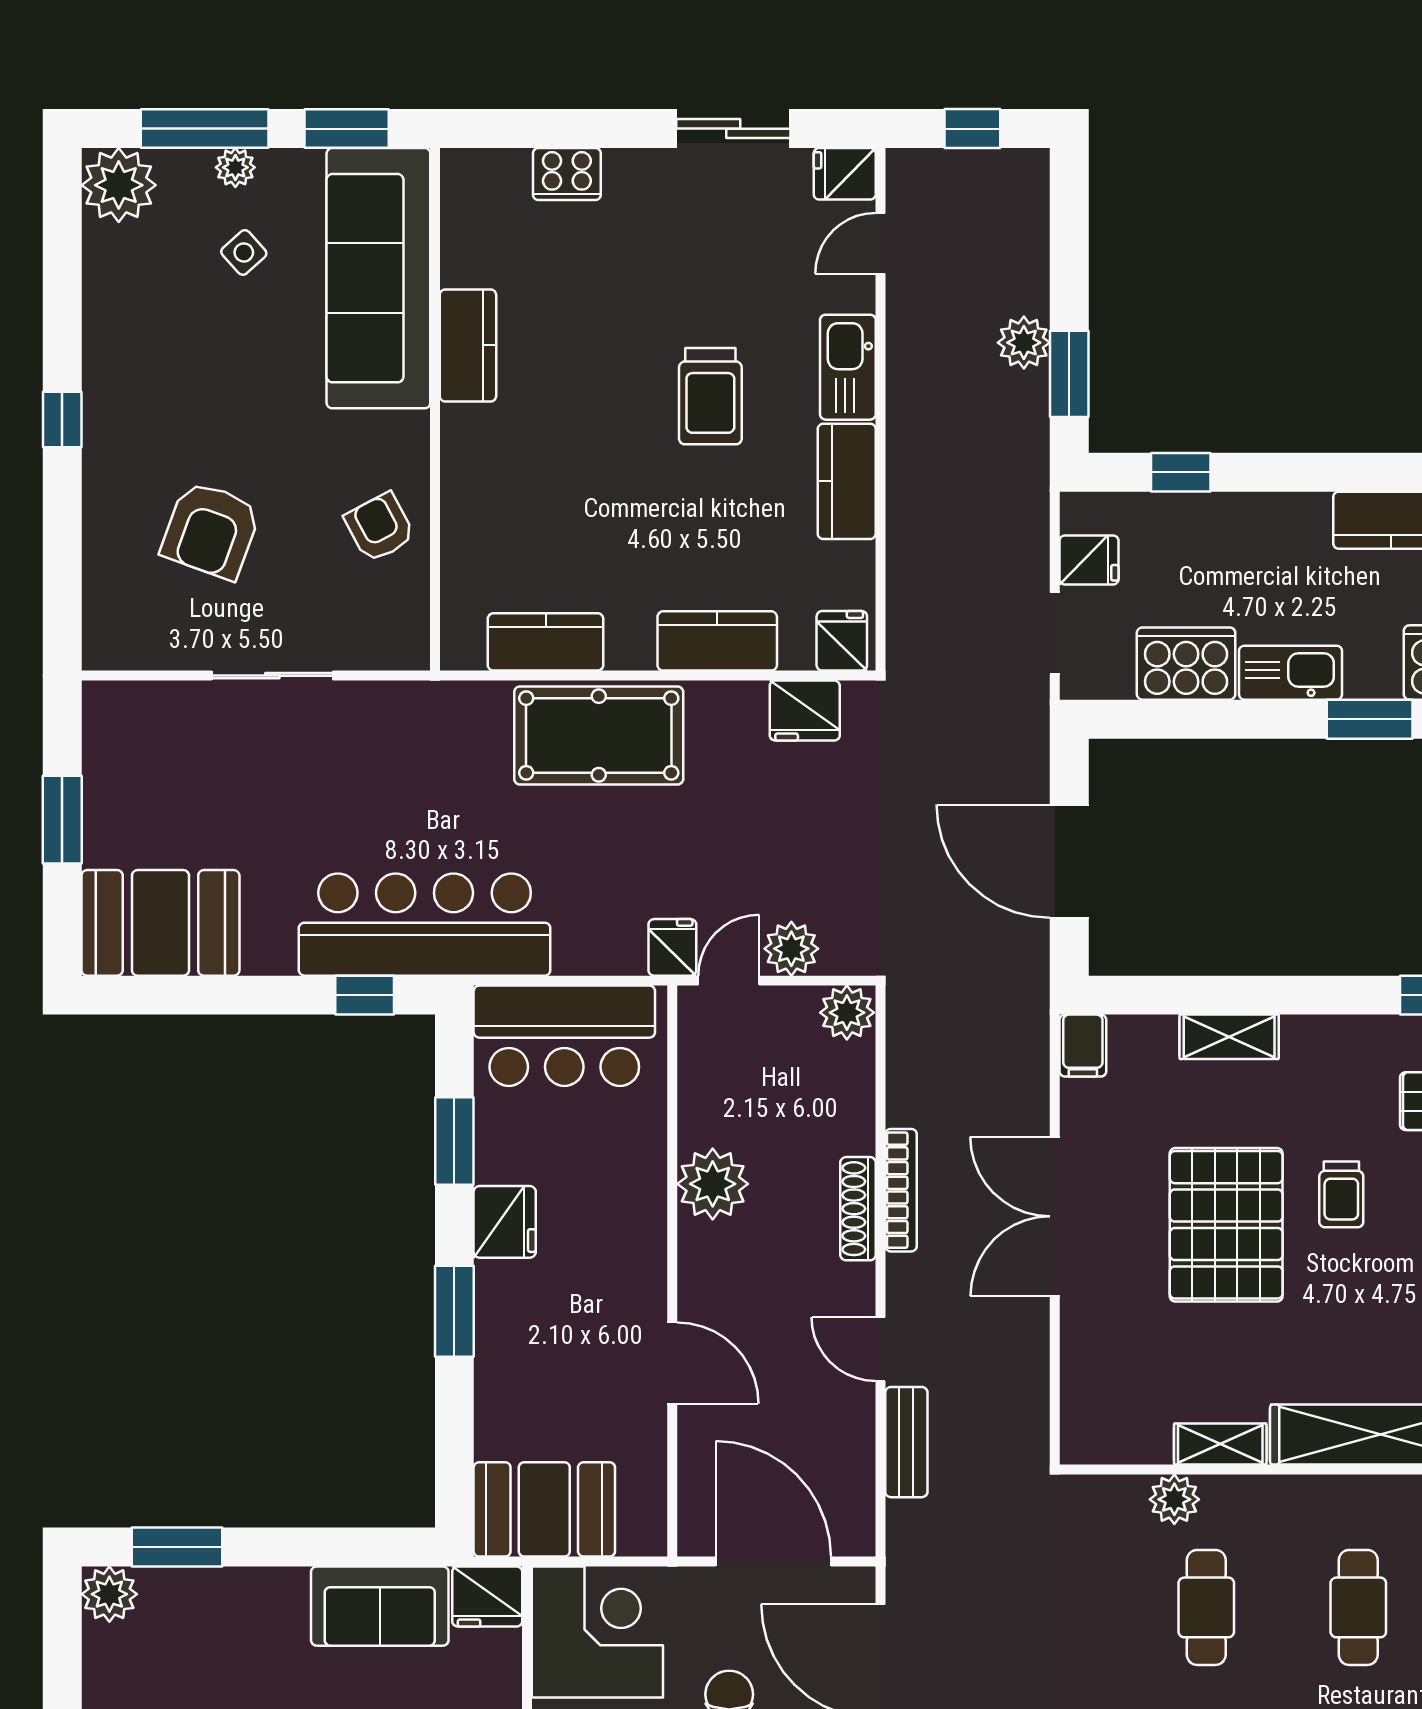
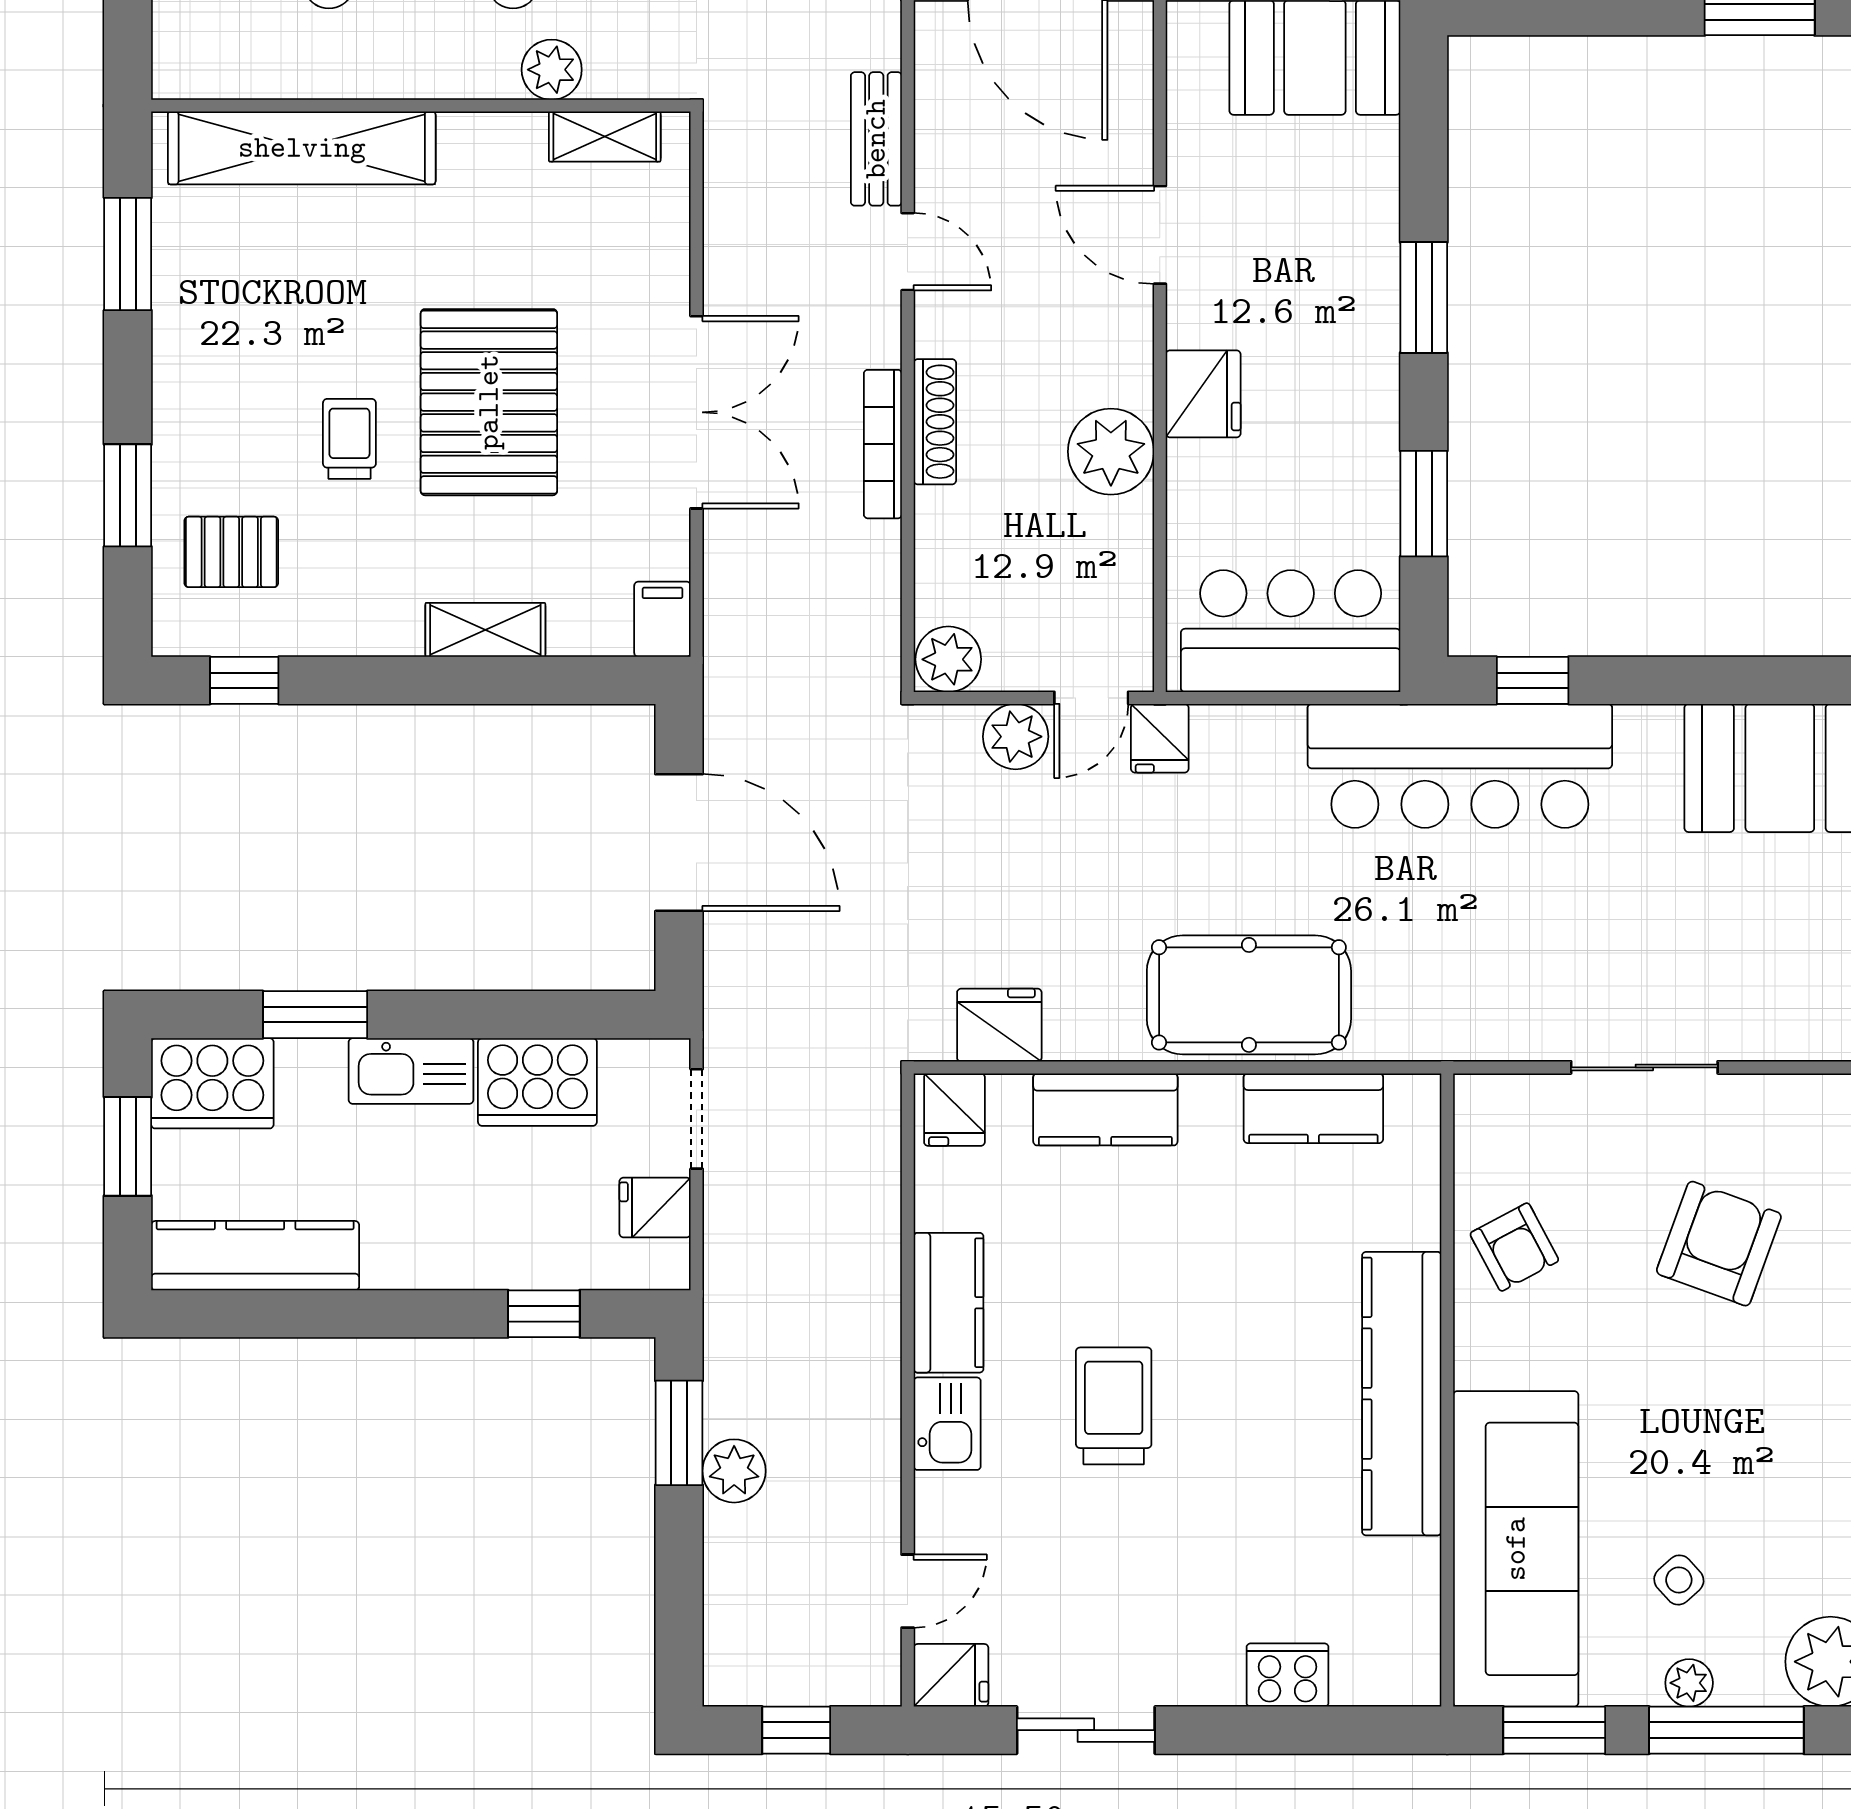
kitchen counter: (468, 345) -> (1402, 1394), width x2.08, depth x1.17
kitchen sink: (848, 367) -> (947, 1424), width x0.73
fridge: (505, 1222) -> (1203, 394), moved, turned 180
shelving: (1220, 1444) -> (605, 137), moved

